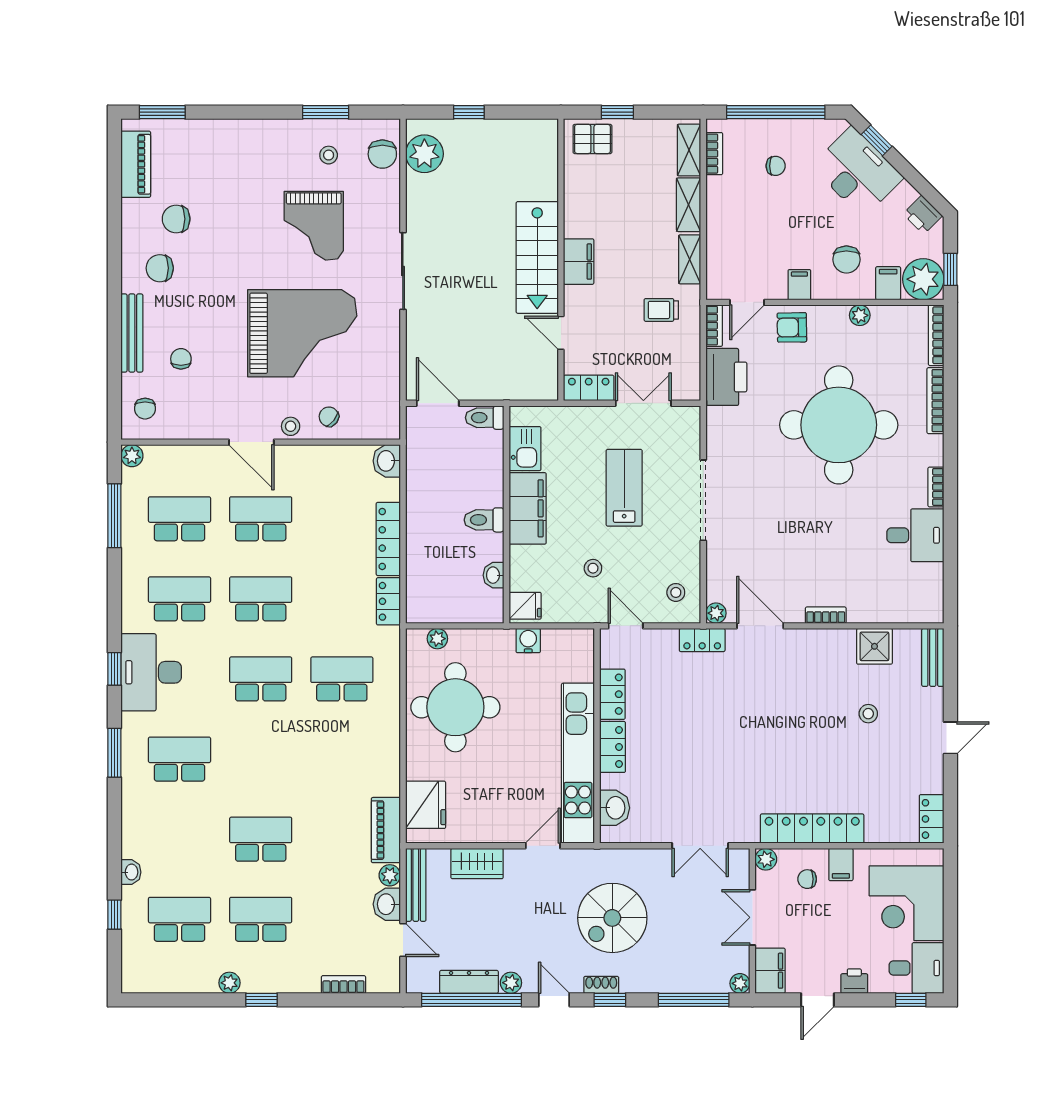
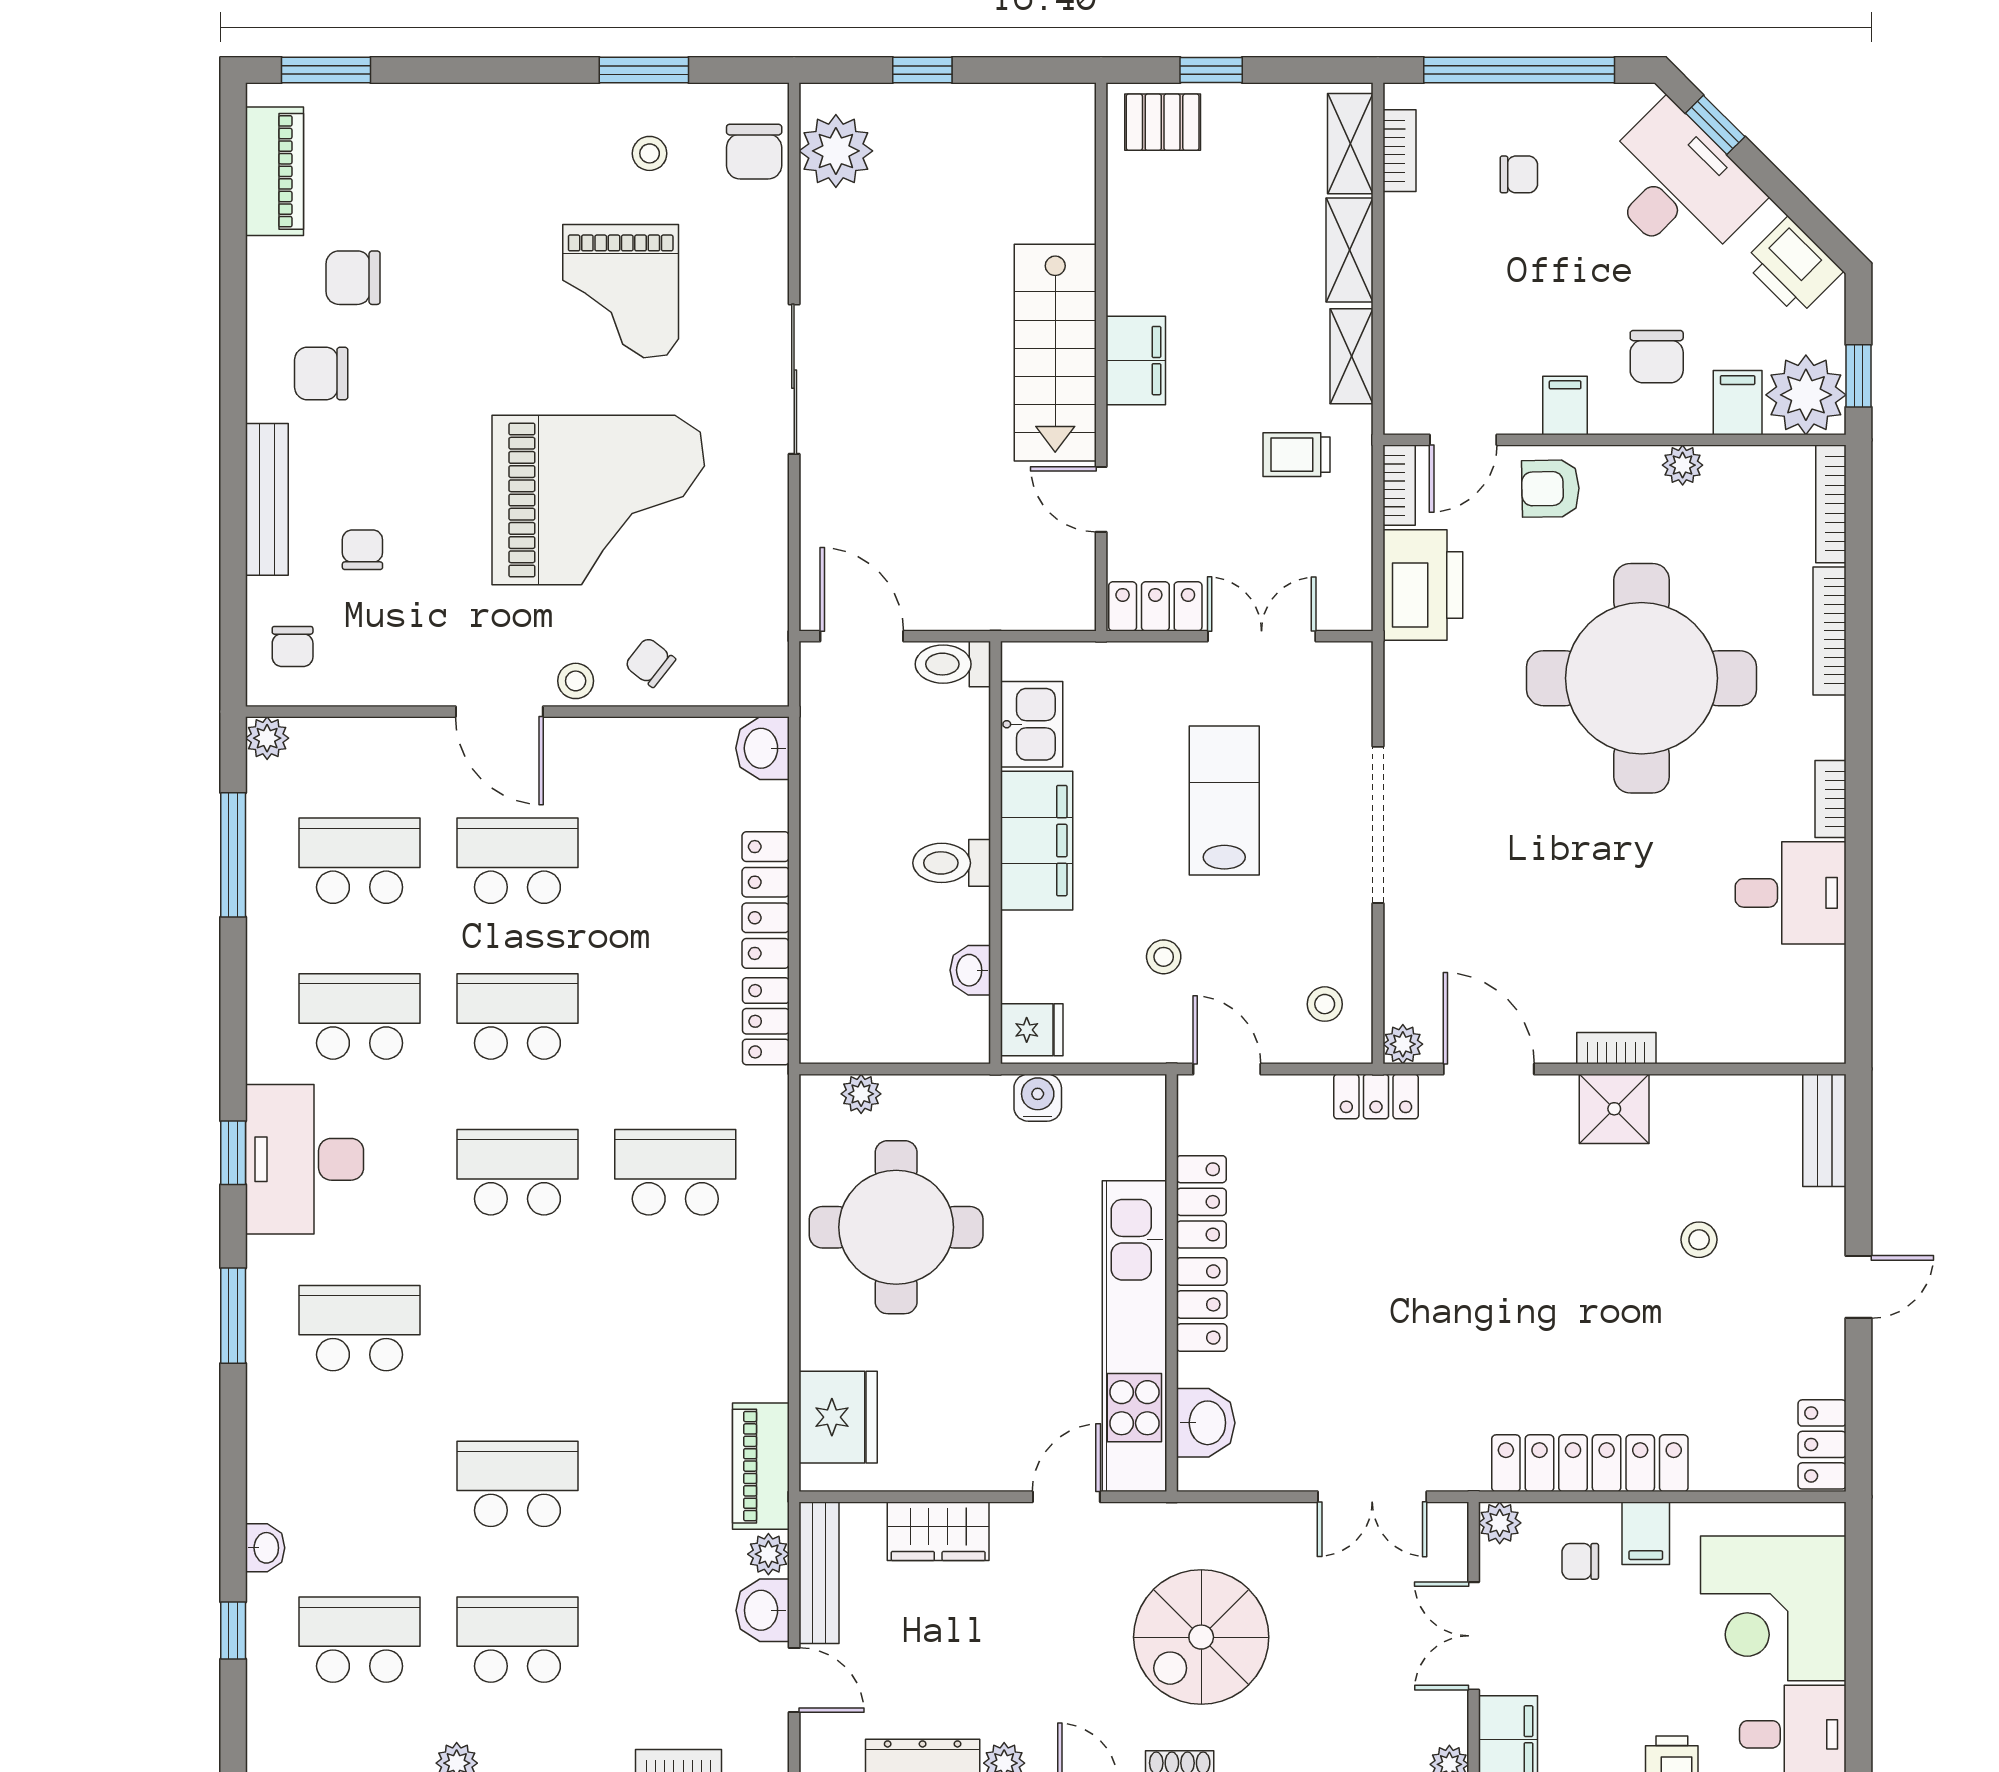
printer: (923, 215) -> (1793, 267), width x1.36, depth x1.24
shower: (874, 646) -> (1614, 1109), moved

